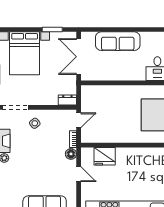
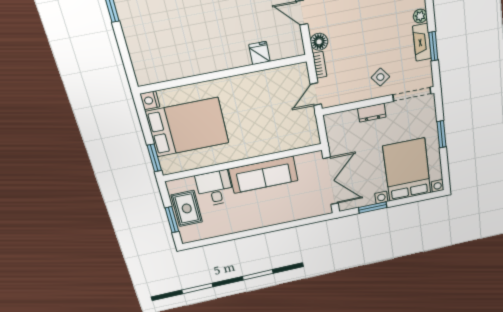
sofa: (118, 41) -> (263, 175), moved, turned 180
dresser: (67, 100) -> (372, 113), moved
fridge: (105, 156) -> (259, 53), width x0.53, depth x0.75

